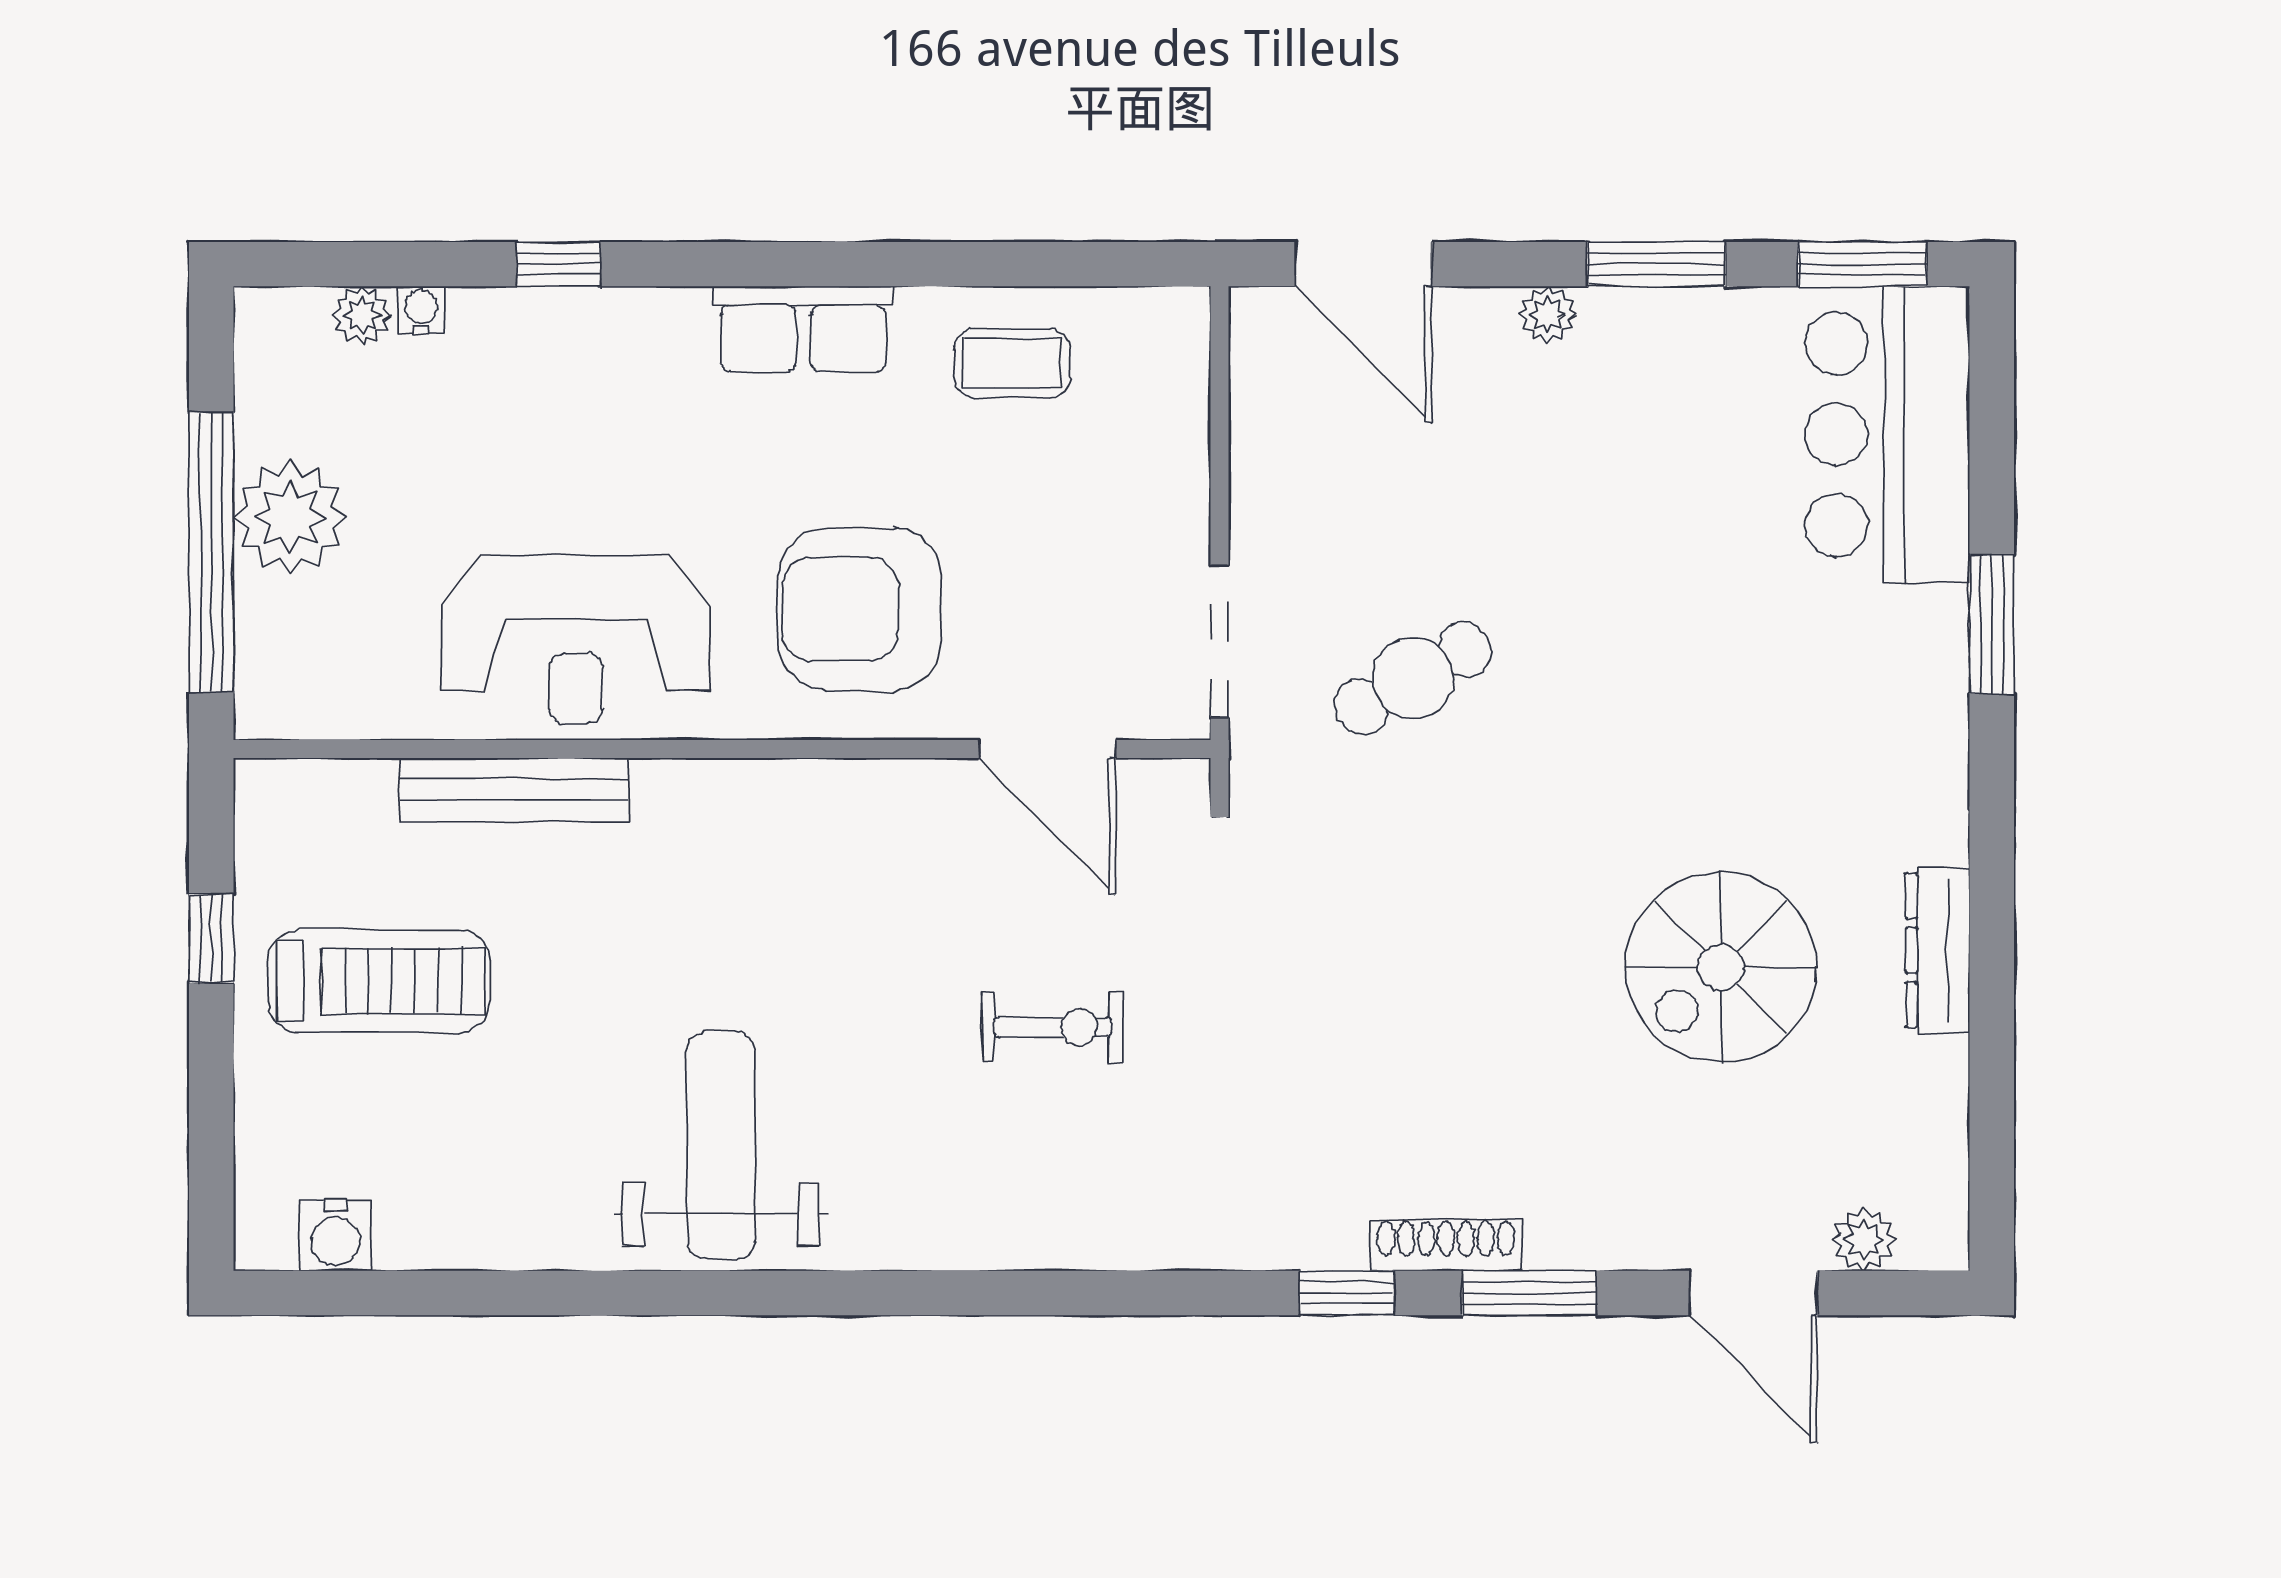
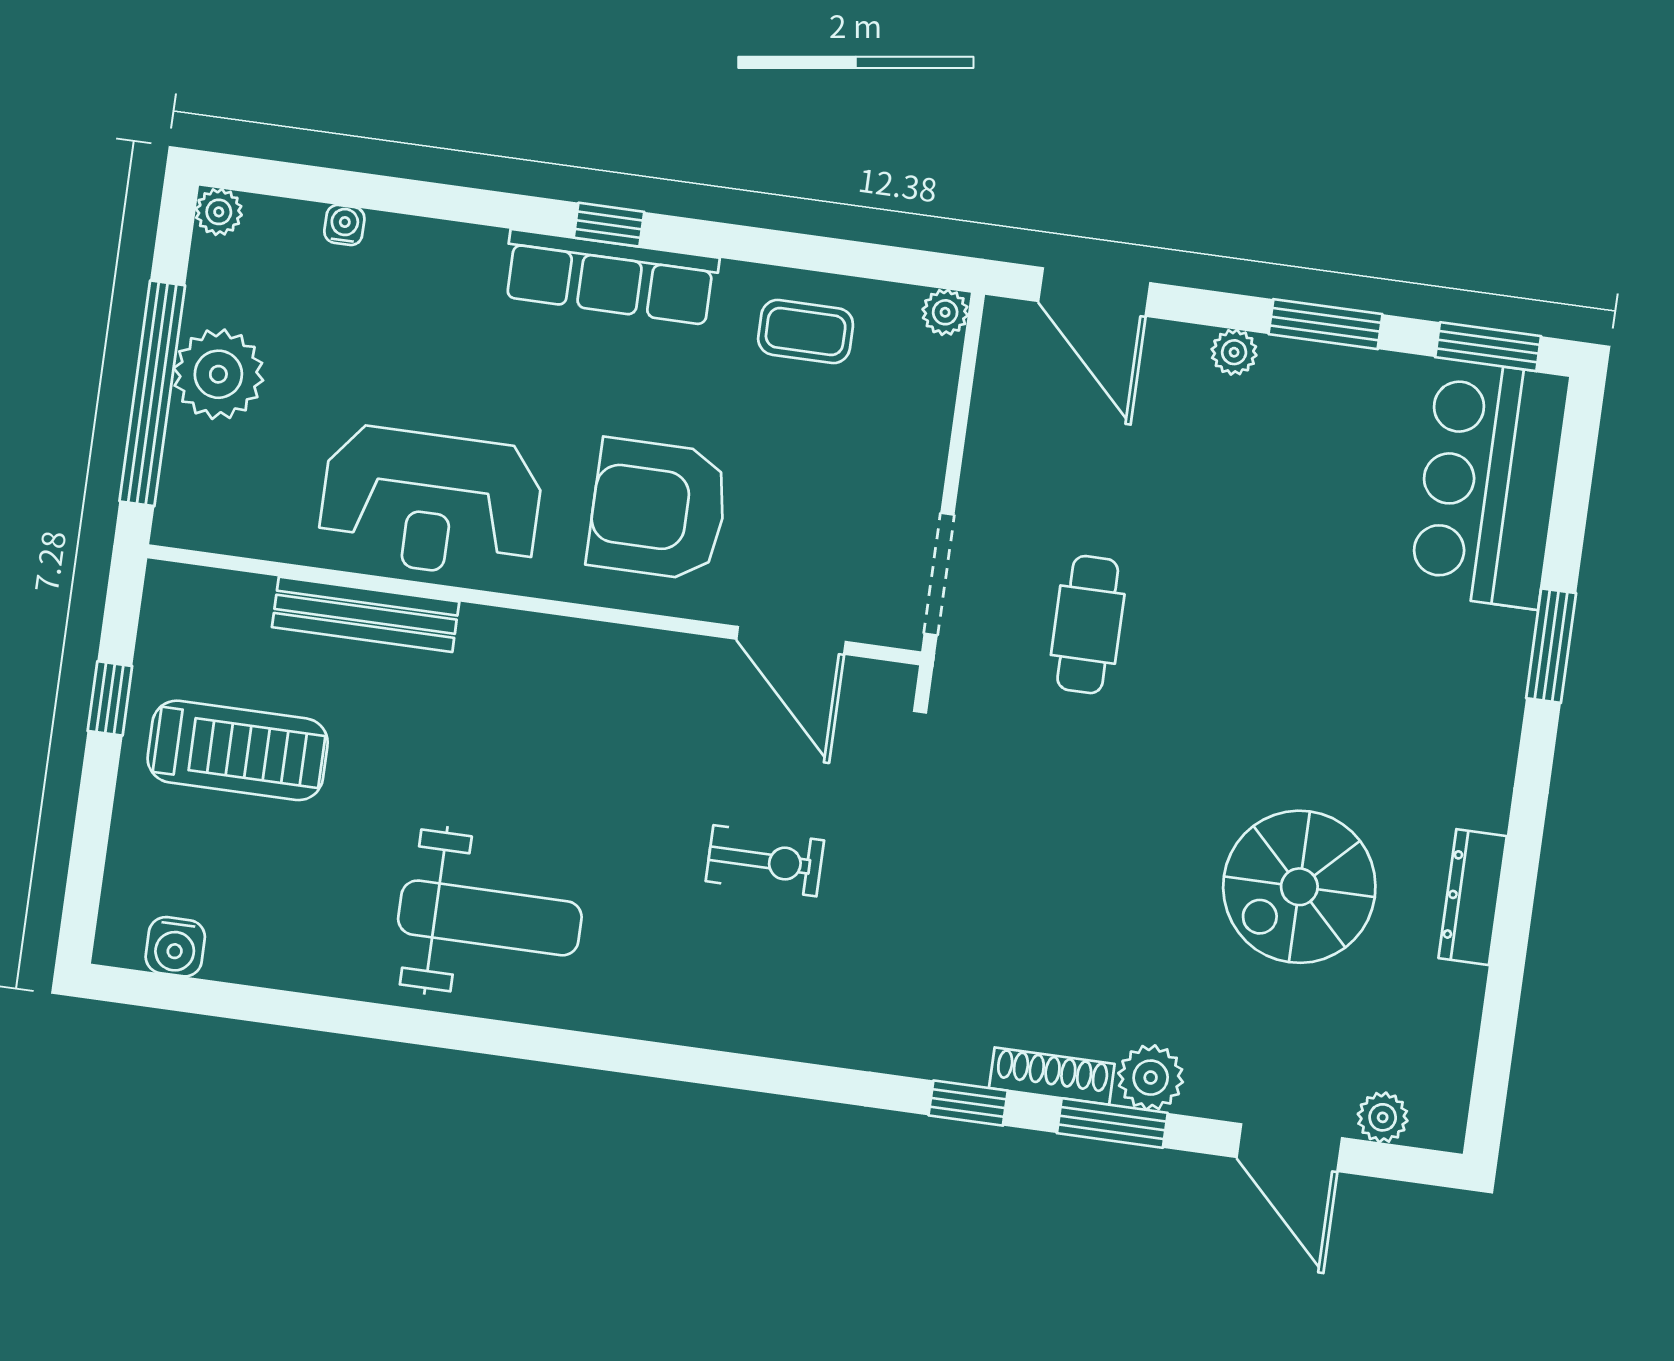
window: (558, 264) -> (609, 225), moved
plant: (362, 315) -> (219, 212), moved
plant: (1182, 315) -> (945, 312), added
row of seats: (803, 329) -> (611, 277), width x1.48
cafe table: (1413, 678) -> (1088, 625), turned -61
weight bench: (721, 1146) -> (490, 918), turned 90
plant: (1569, 1230) -> (1151, 1078), added

